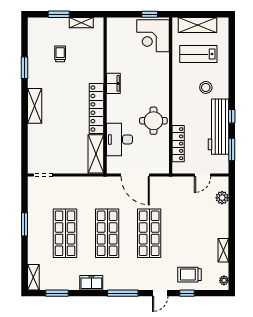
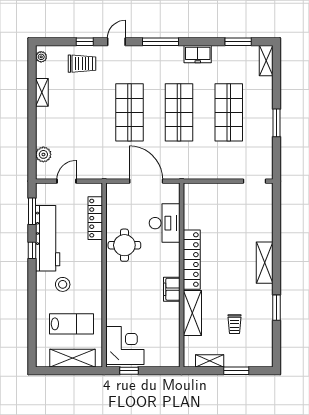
shelving: (96, 154) -> (192, 313), moved

